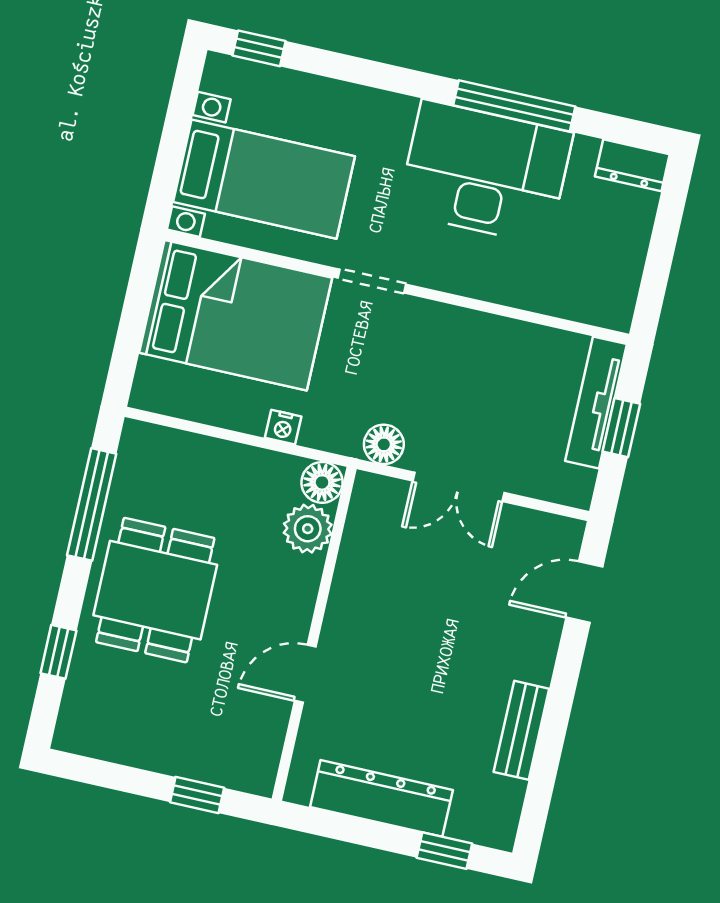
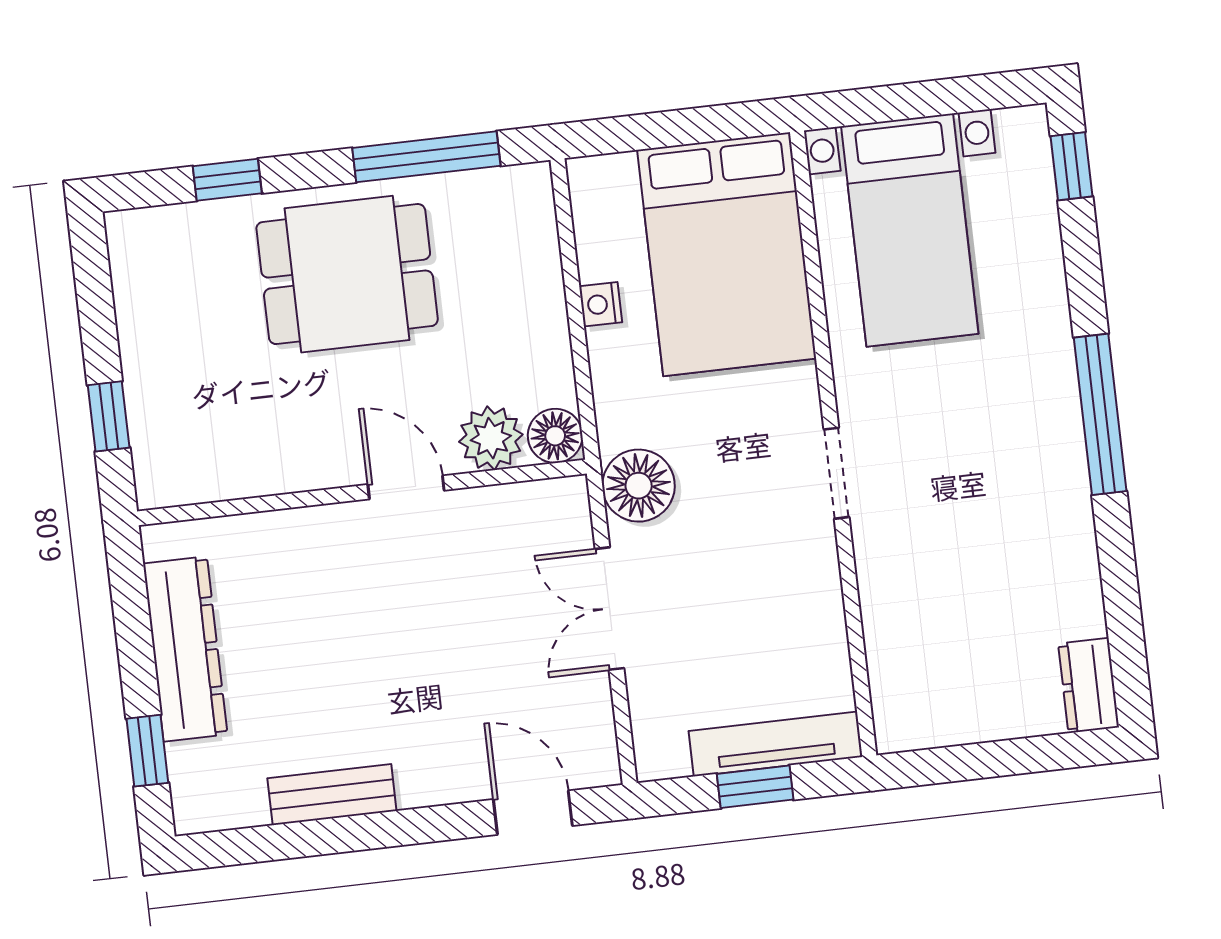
window: (514, 106) -> (1100, 414), moved
desk: (485, 172) -> (1015, 504), removed
doorway: (372, 281) -> (836, 473), moved
nightstand: (283, 427) -> (601, 304), moved
floor lamp: (384, 444) -> (639, 486), width x1.38, depth x1.38
door: (305, 674) -> (406, 487), moved

